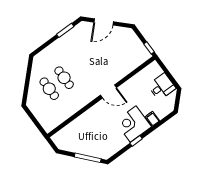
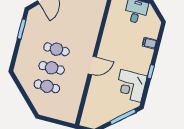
cafe table: (79, 67) -> (56, 49), added
door: (108, 91) -> (92, 65), moved
corner desk: (133, 124) -> (131, 86), moved

